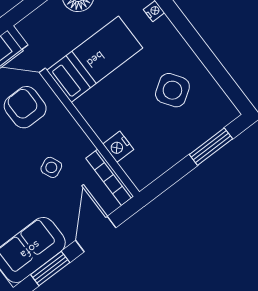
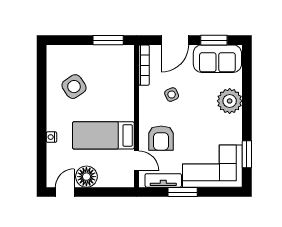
nightstand: (118, 147) -> (127, 78), removed
window: (211, 147) -> (108, 40), moved

